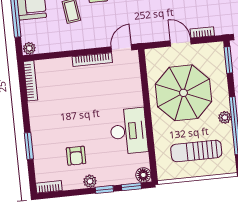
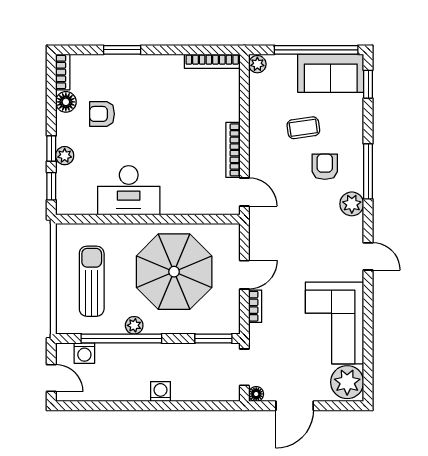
floor lamp: (143, 175) -> (66, 102), moved
plant: (90, 181) -> (65, 156), moved

